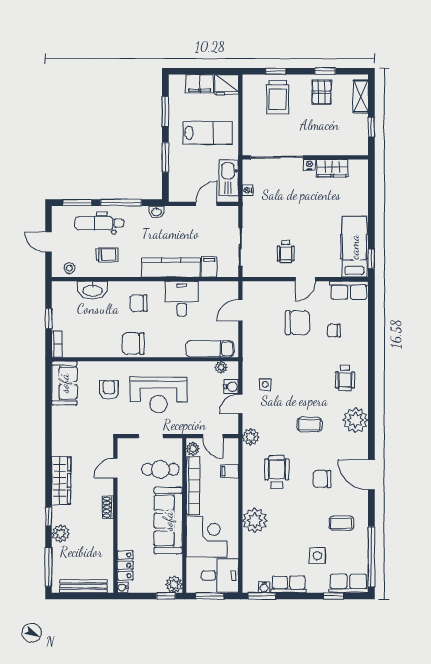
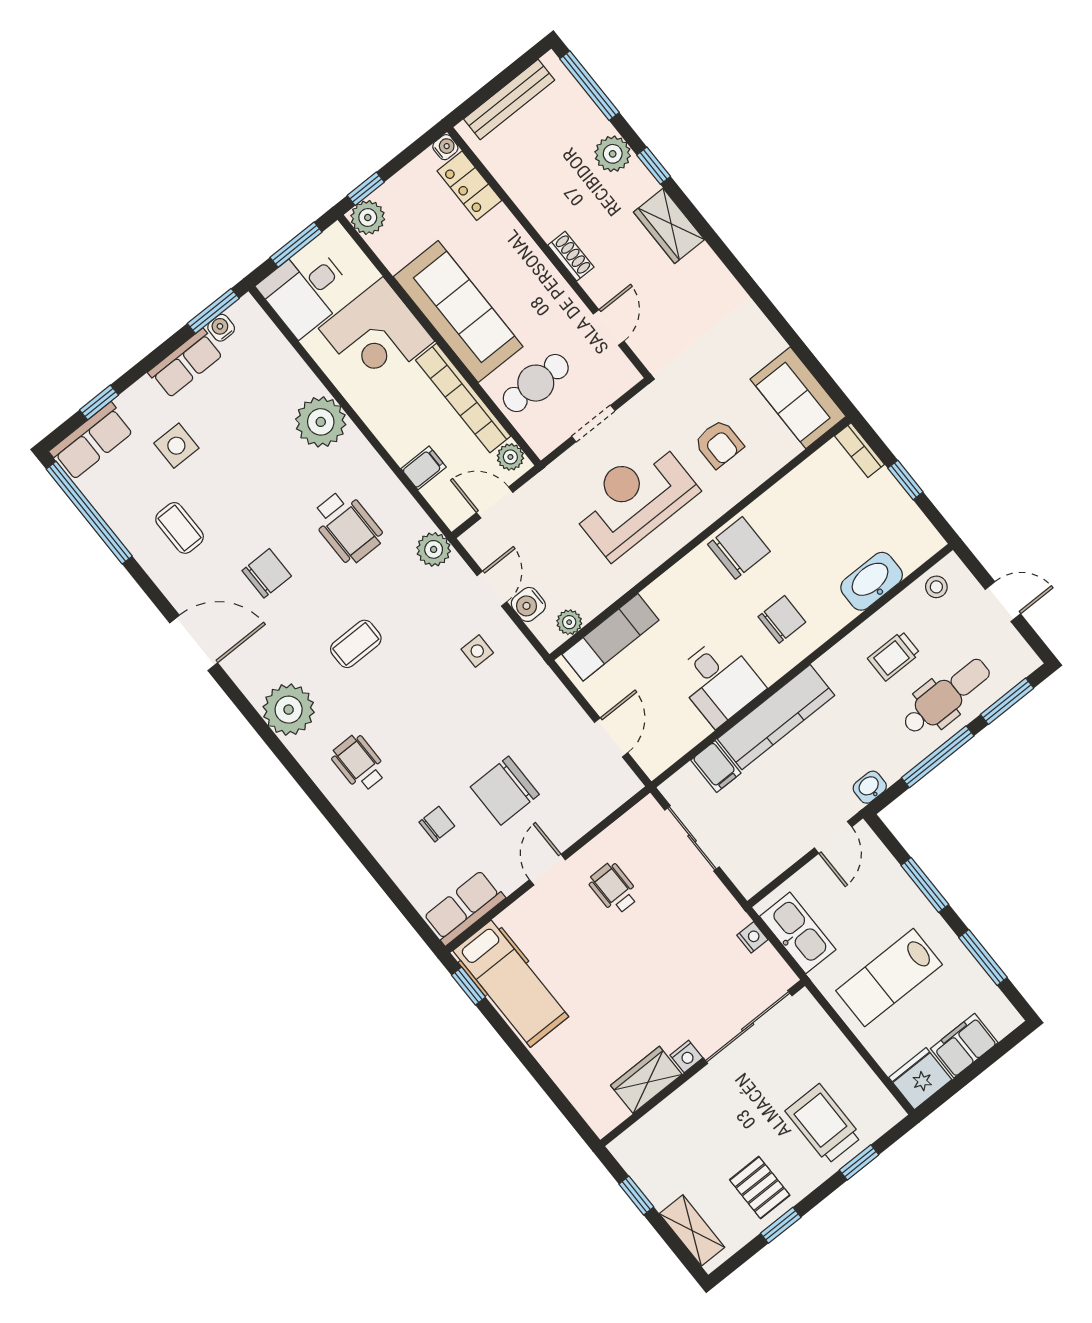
door: (206, 204) -> (833, 837), moved
wardrobe: (61, 481) -> (669, 226), width x0.67
coffee table: (341, 523) -> (180, 528), turned 90

